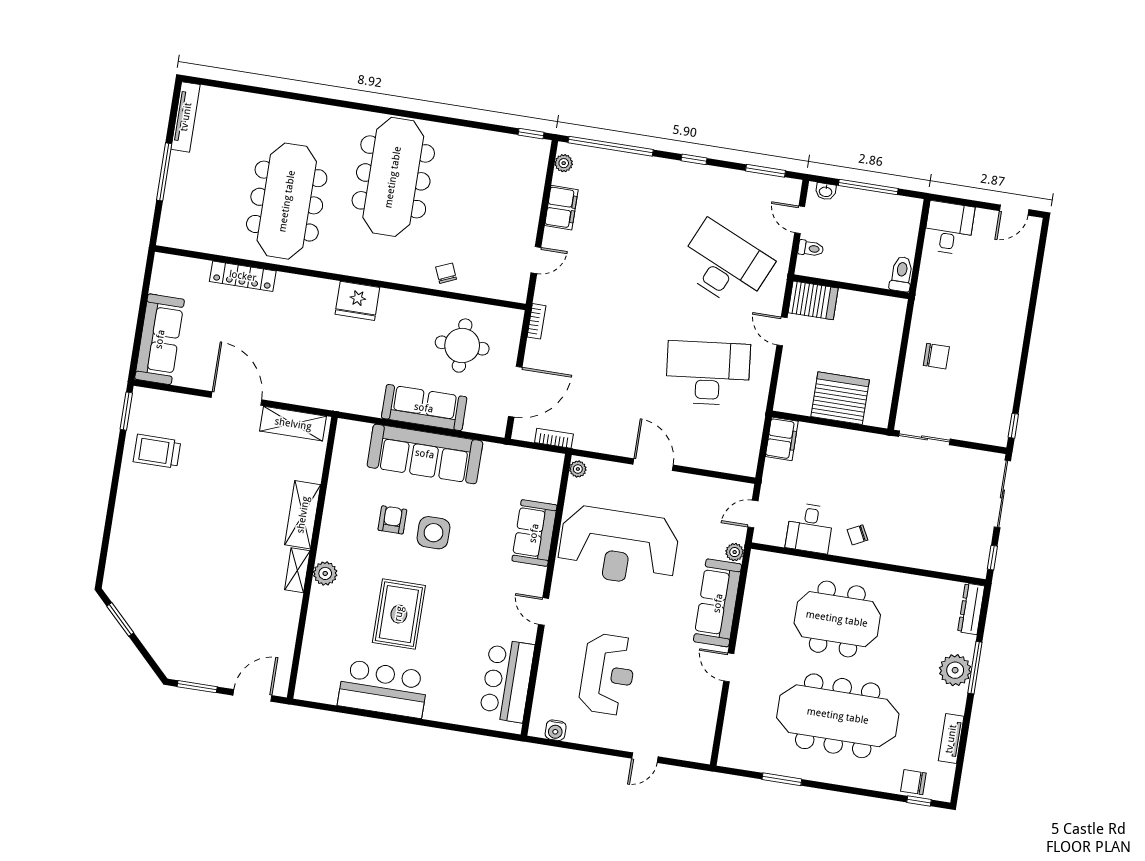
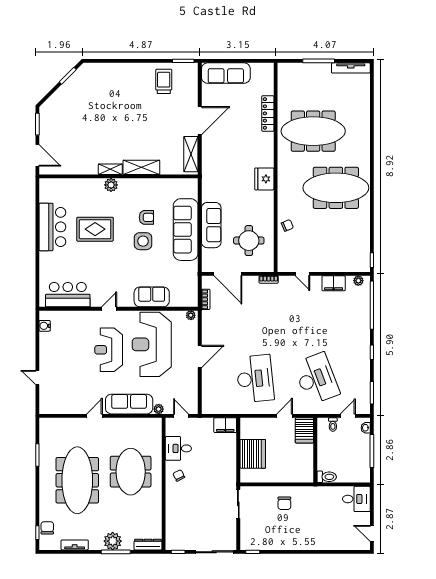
desk: (725, 265) -> (316, 379), turned -45
reception desk: (608, 674) -> (109, 350), moved, turned 90

